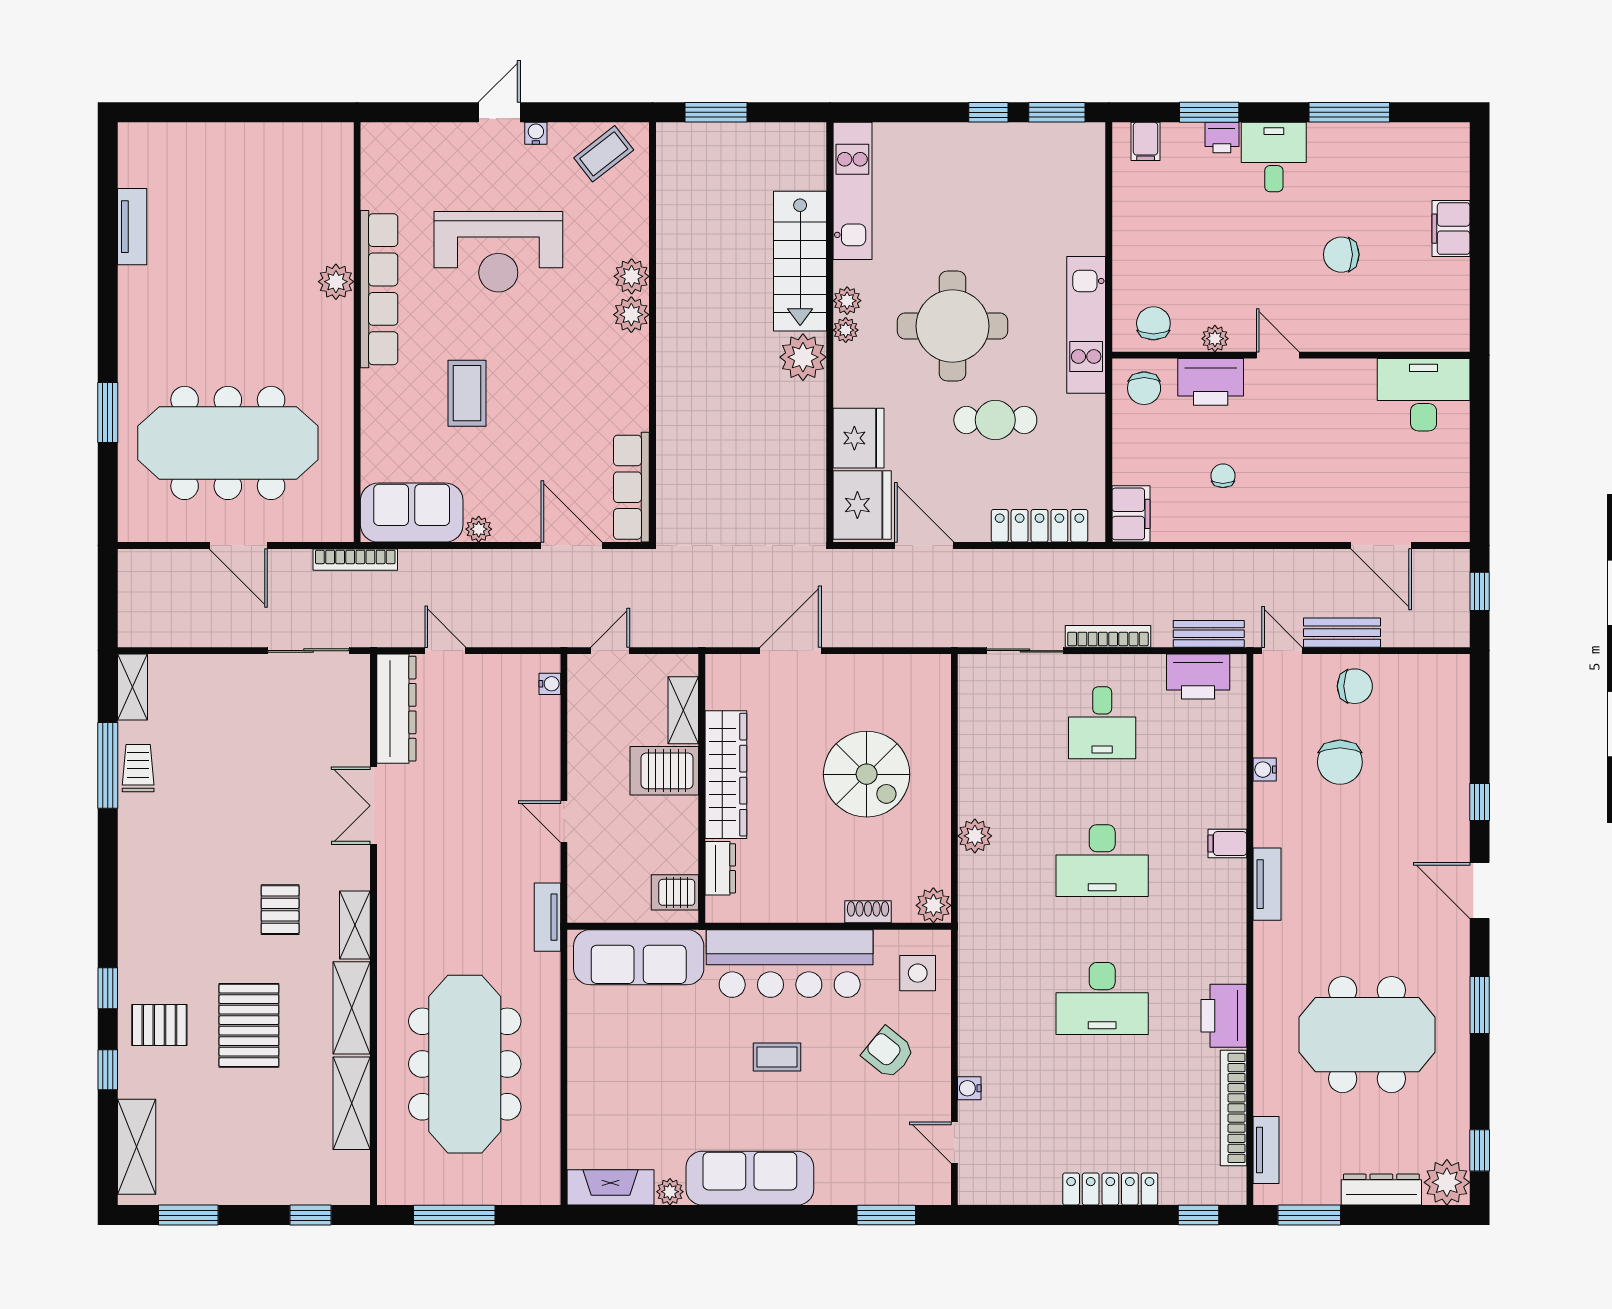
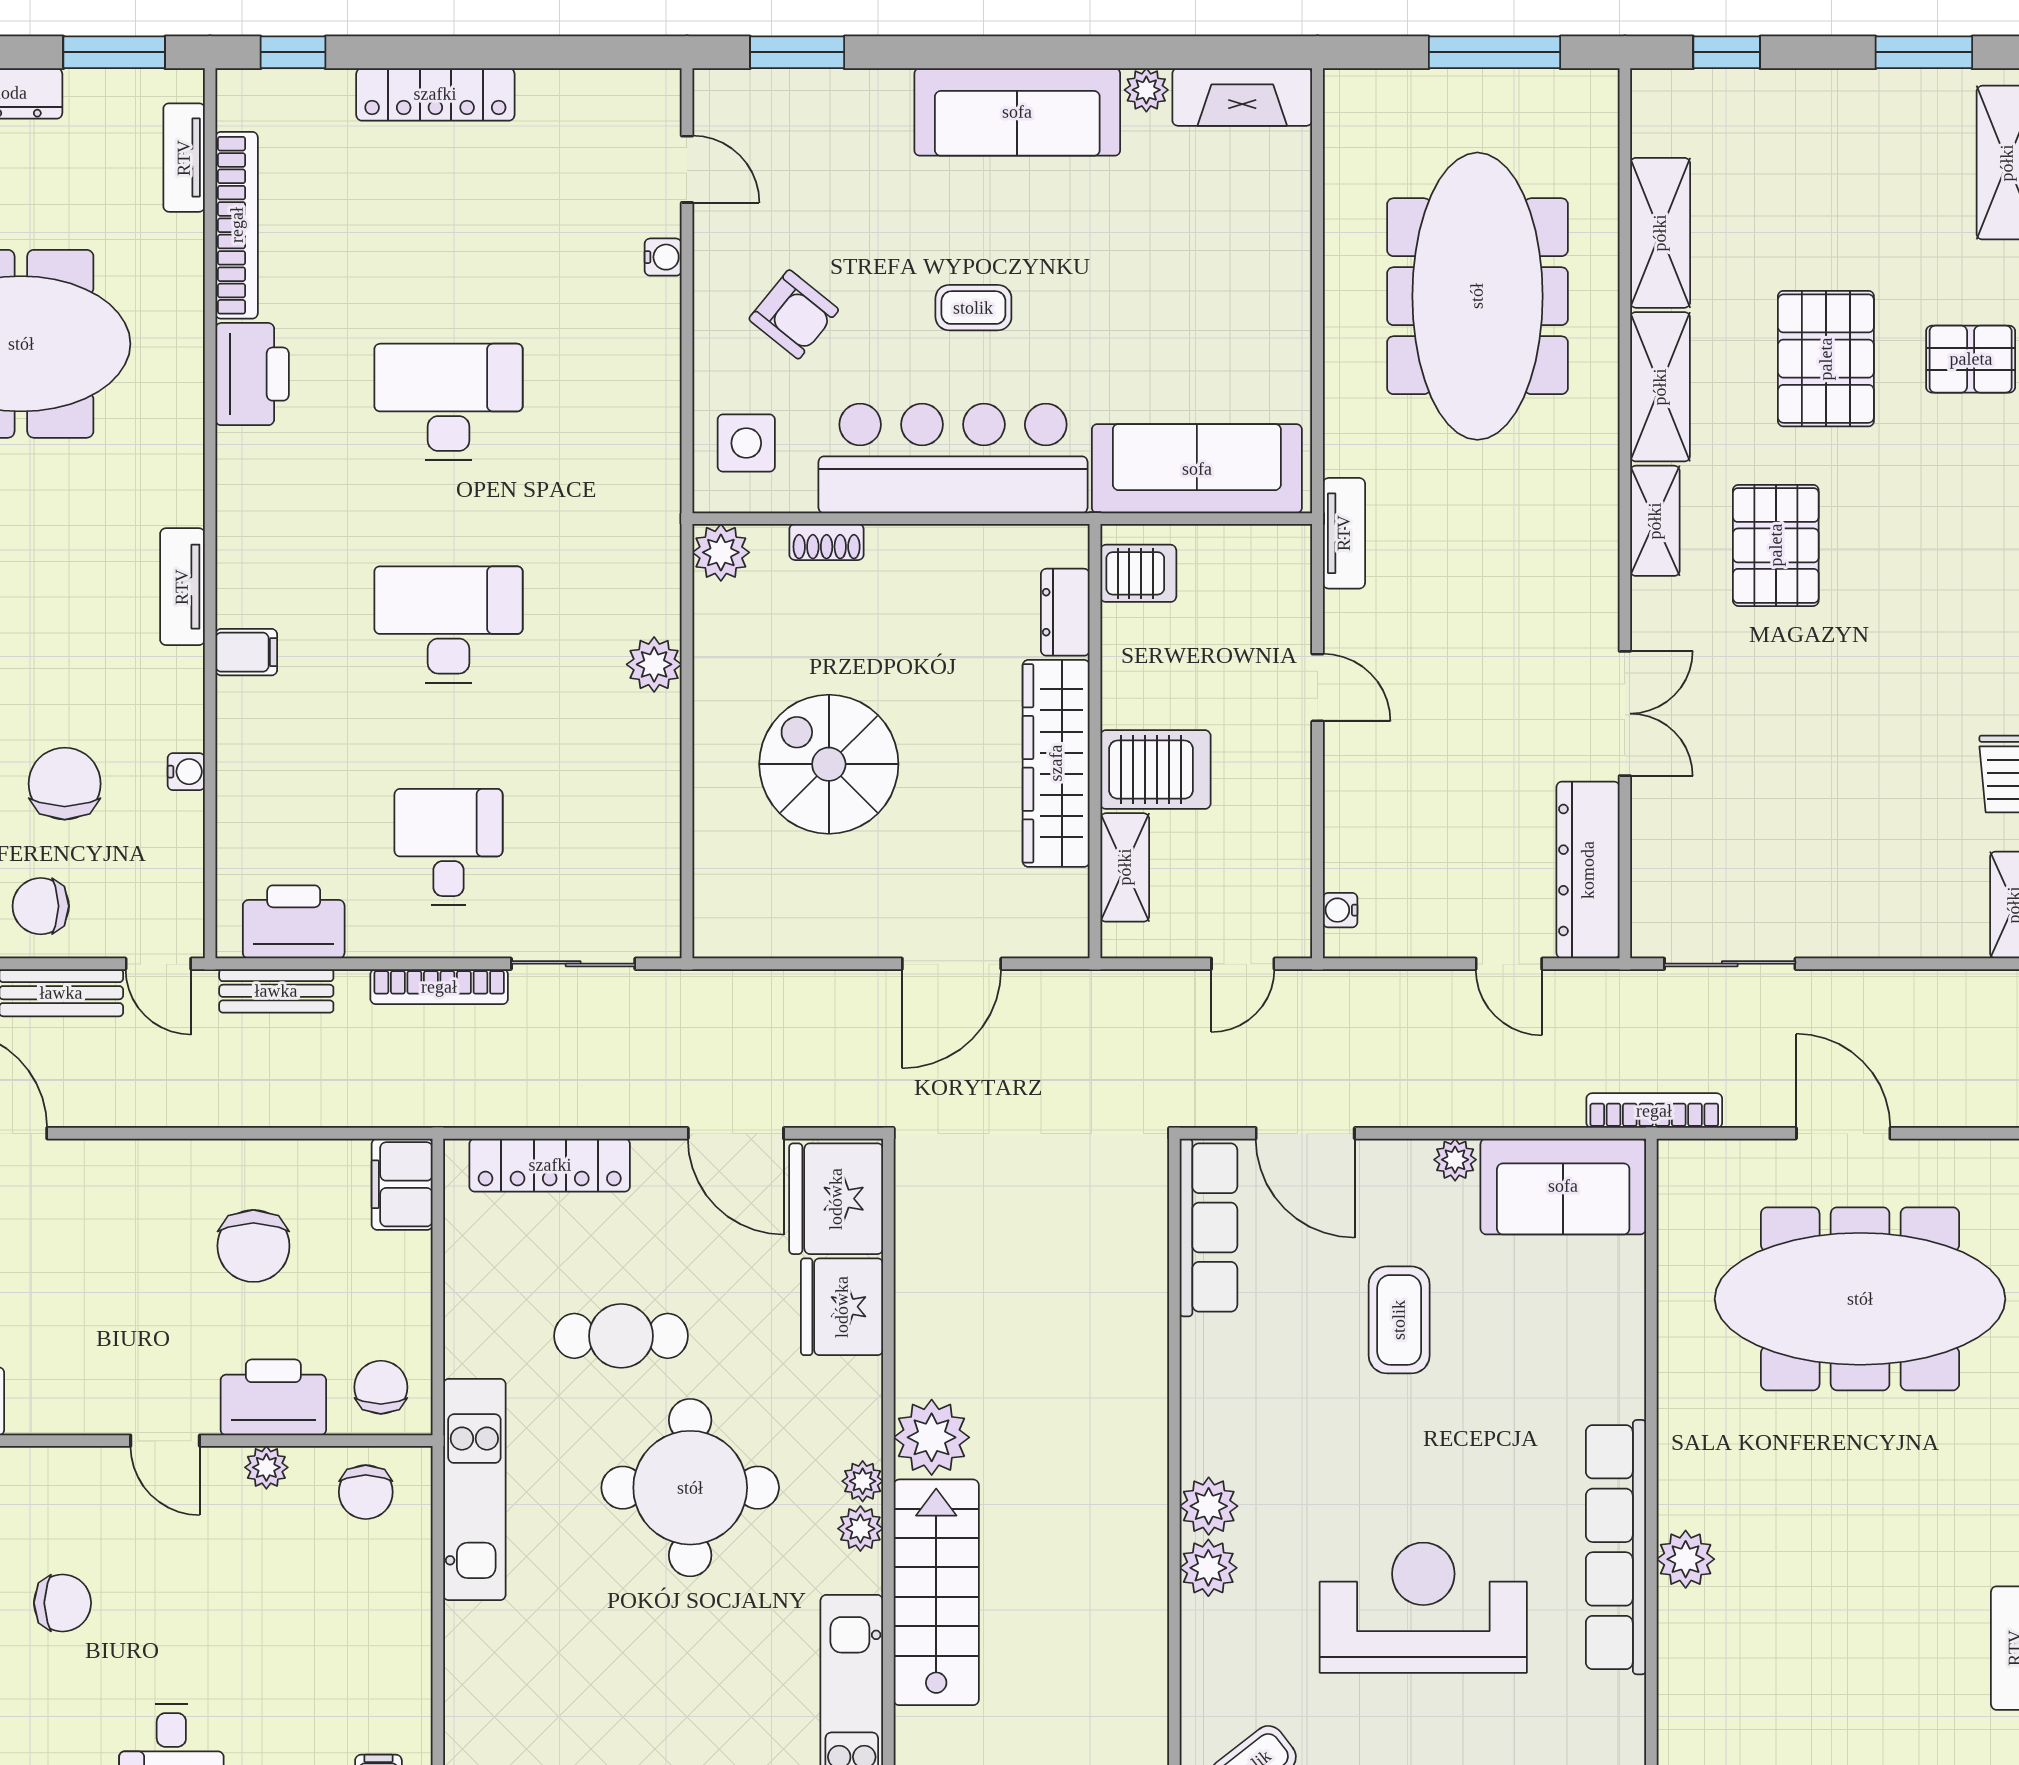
coffee table: (467, 393) -> (1399, 1320), moved
chair: (1223, 476) -> (253, 1246), width x1.87, depth x1.87
pallet: (280, 910) -> (1776, 545), width x1.50, depth x1.42

